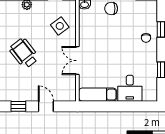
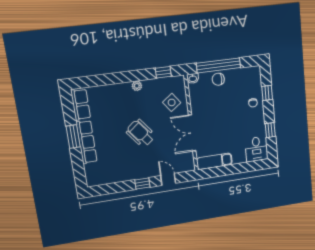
double door: (77, 61) -> (192, 133), width x1.37
desk: (130, 88) -> (257, 149), moved

